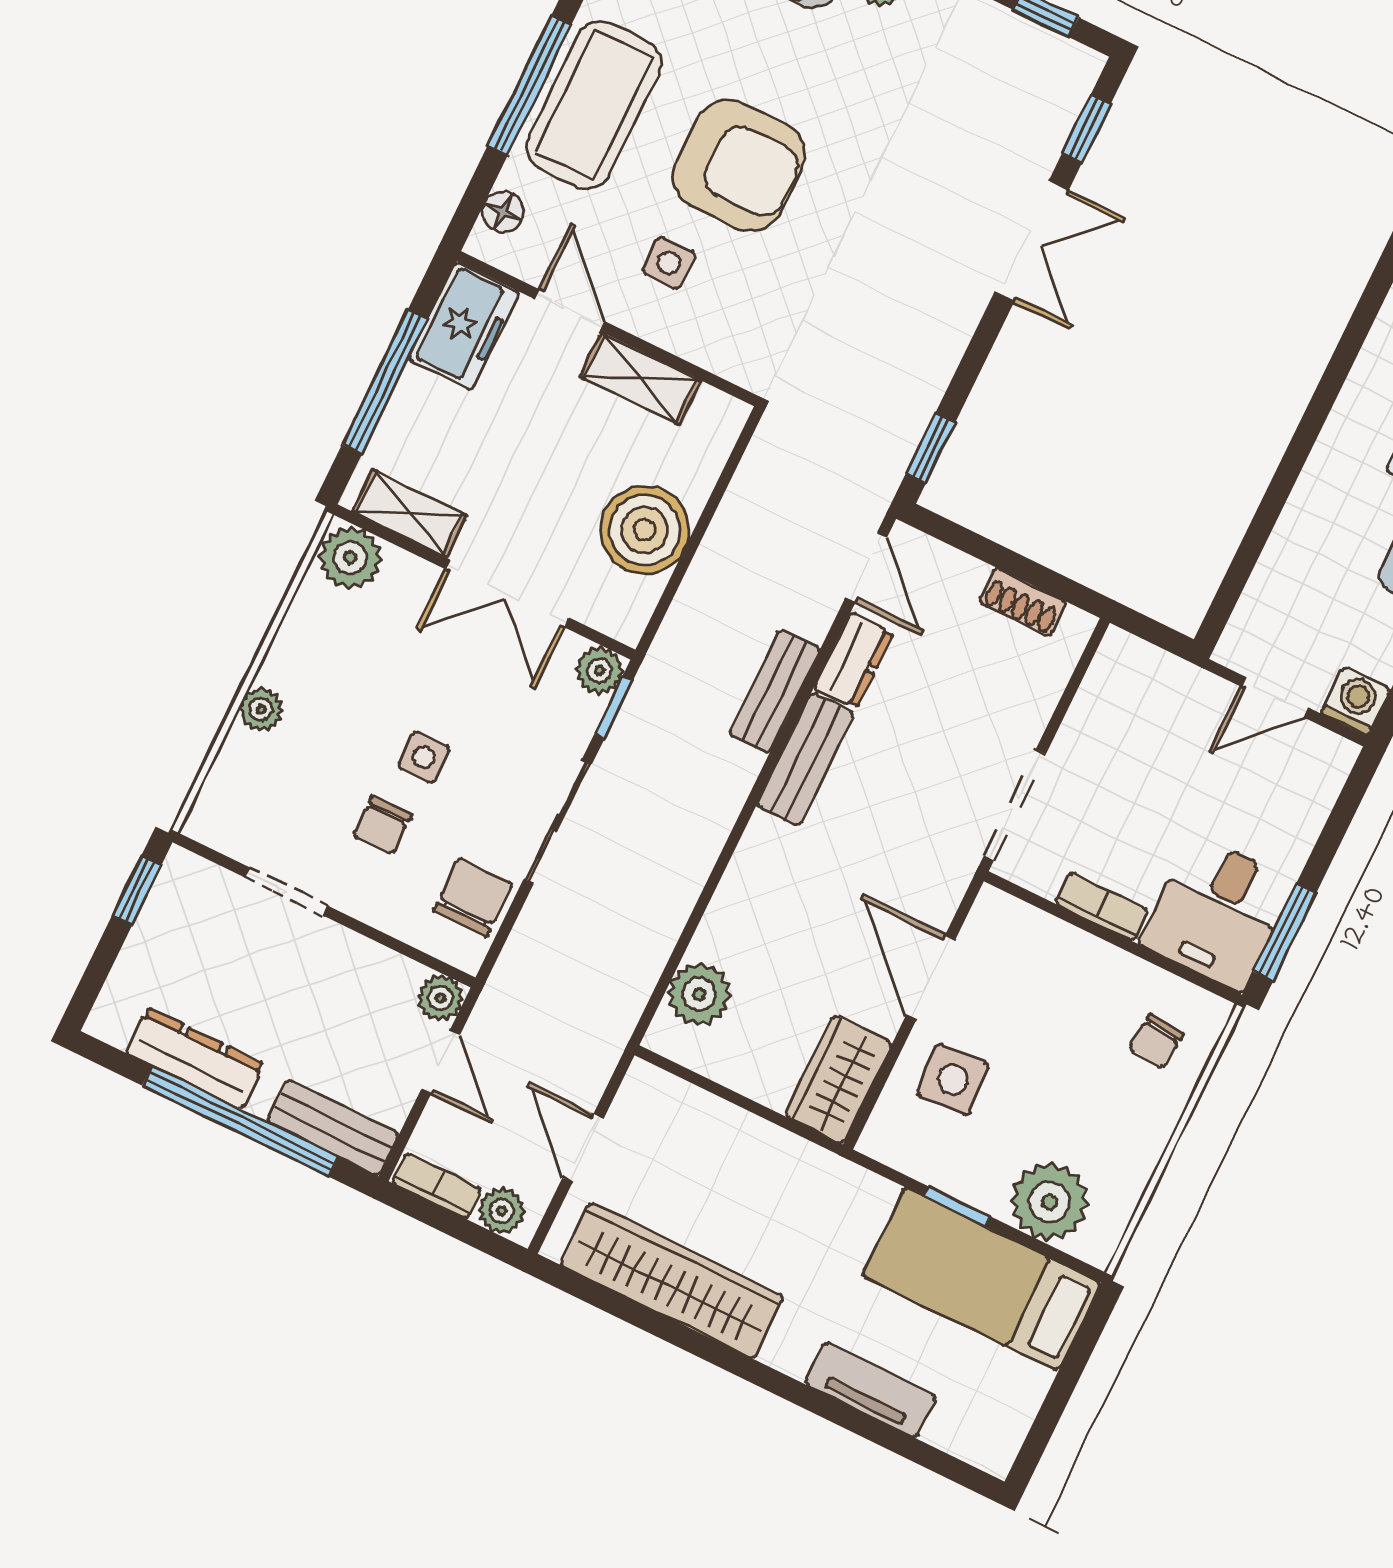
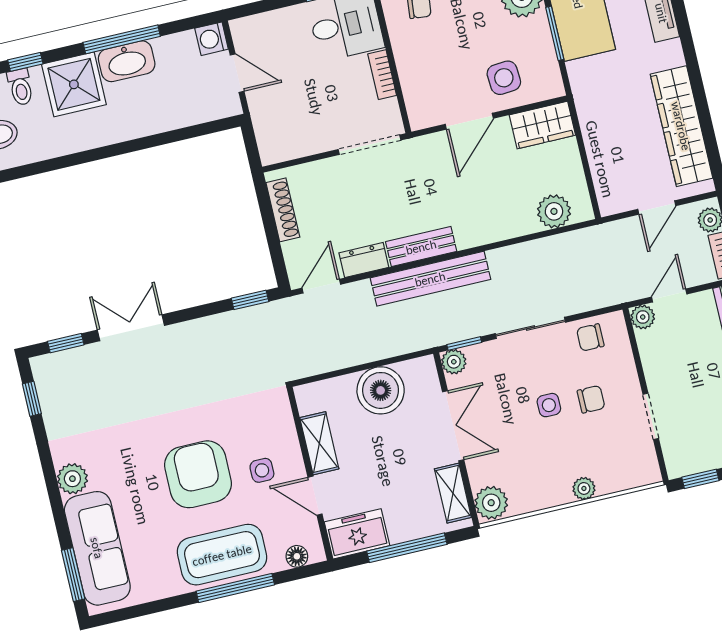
door: (569, 310) -> (315, 496), hinge flipped
shoe rack: (1023, 602) -> (283, 210), width x1.43
bench: (775, 691) -> (430, 279), width x1.86, depth x1.21
chair: (473, 897) -> (590, 337), width x0.73, depth x0.73
window: (957, 1206) -> (555, 33), width x1.50

